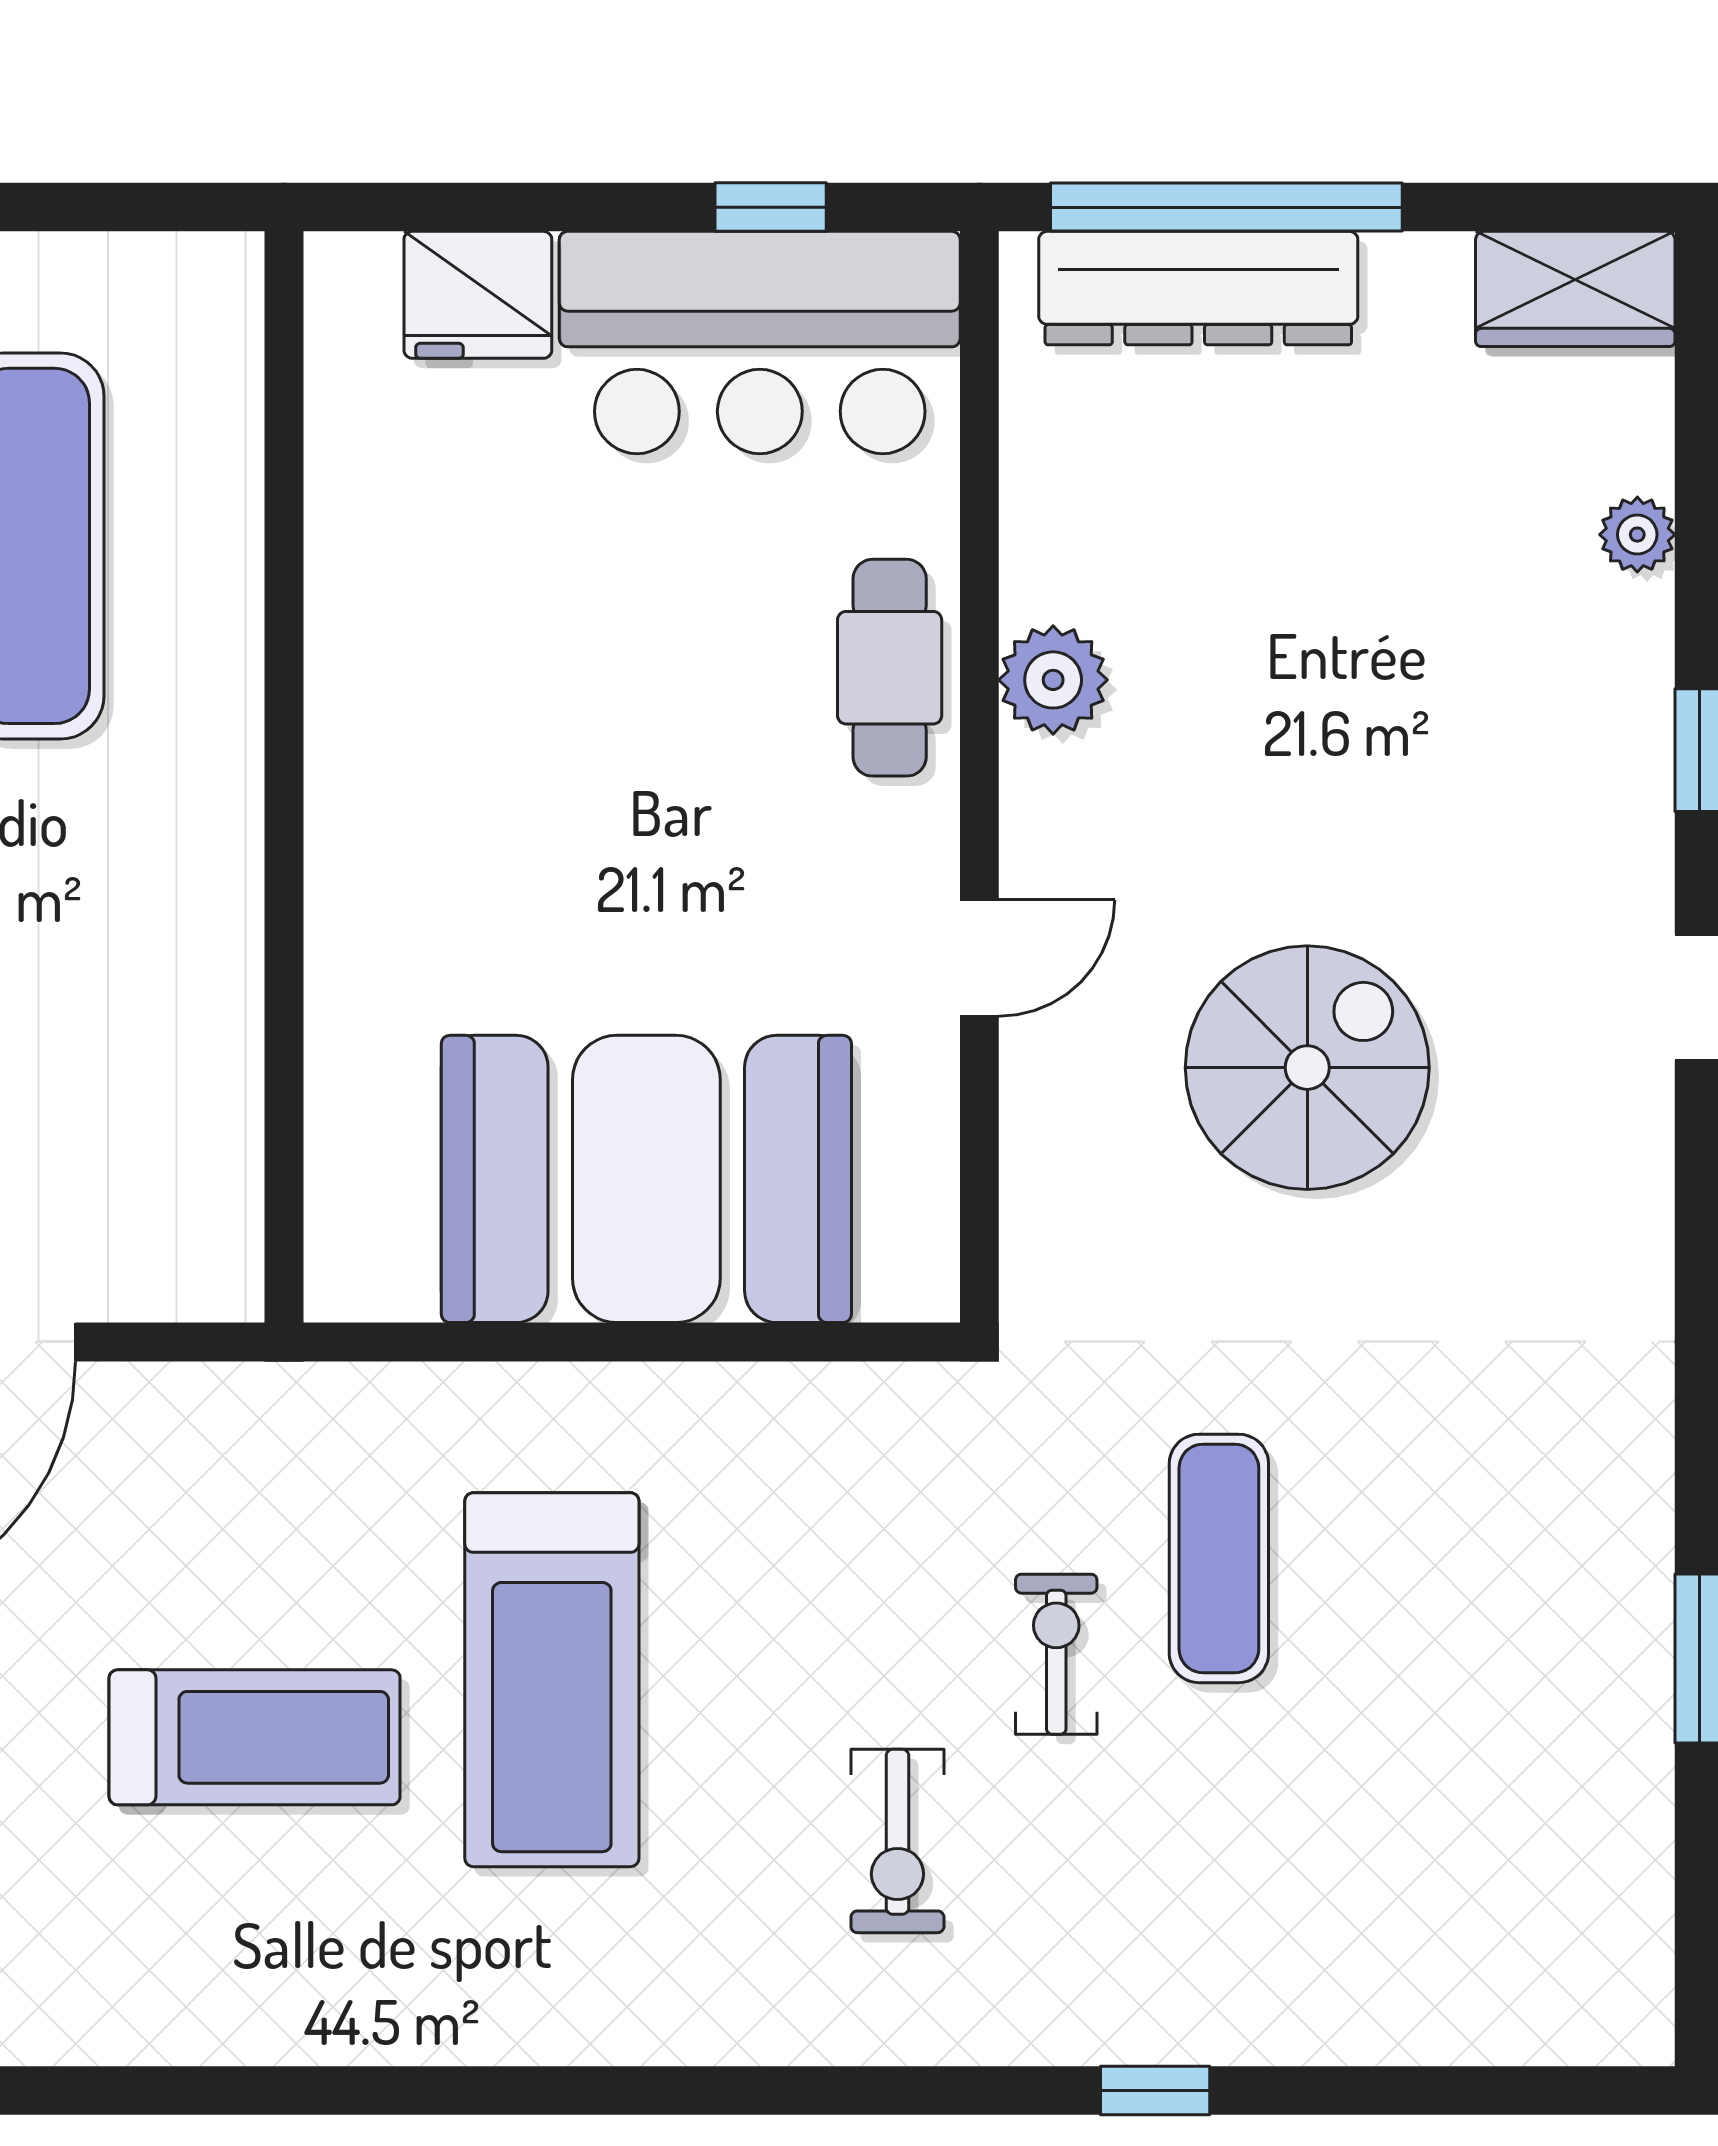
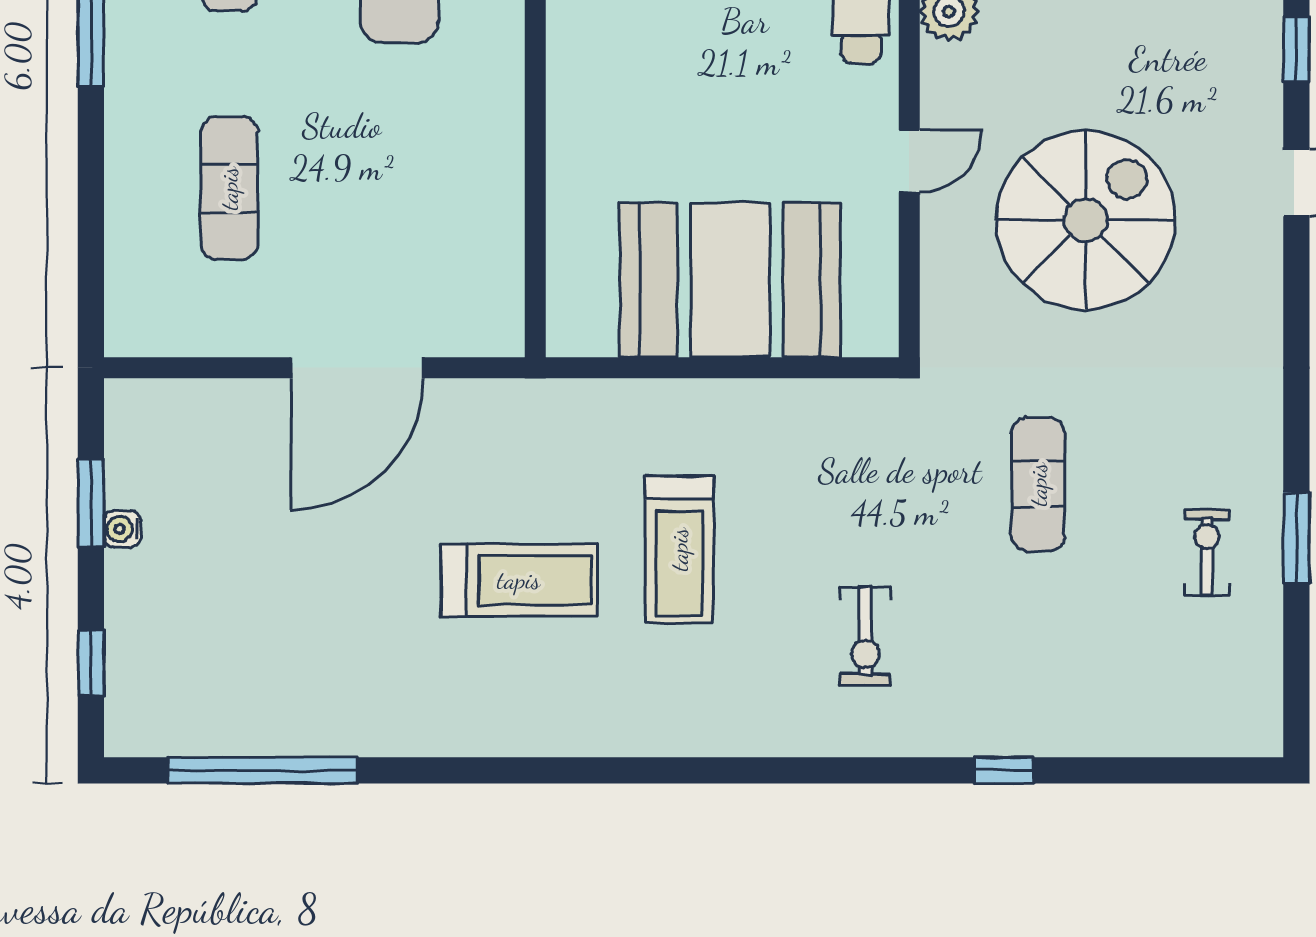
spiral stairs: (1307, 1068) -> (1086, 220), width x1.37, depth x1.37
exercise bike: (1056, 1654) -> (1207, 552), moved
treadmill: (552, 1680) -> (679, 549), width x0.73, depth x0.73

